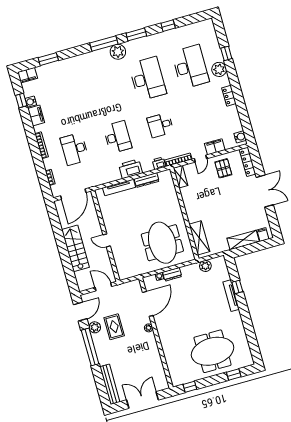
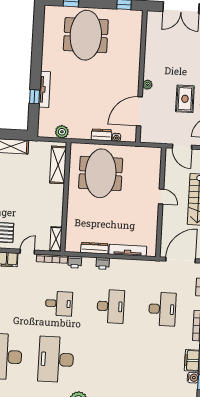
desk: (117, 137) -> (111, 306), turned 180
printer: (130, 169) -> (103, 263), width x0.53, depth x0.68
meeting table: (213, 351) -> (86, 35), turned 90

